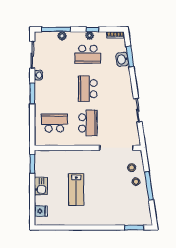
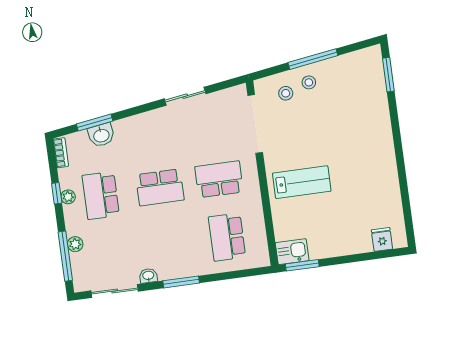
school desk: (88, 54) -> (101, 195), turned 180
kitchen sink: (41, 186) -> (292, 252), moved
lab bench: (76, 189) -> (302, 182), moved

